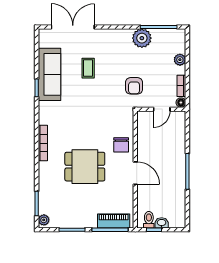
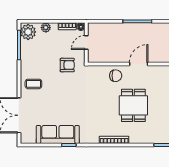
plant: (142, 38) -> (28, 32), moved
coffee table: (88, 68) -> (33, 84), moved
door: (162, 109) -> (86, 42), swing flipped

